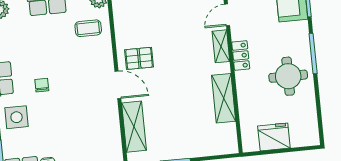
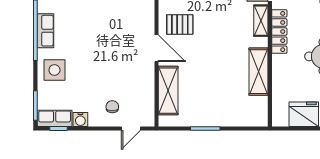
locker: (241, 55) -> (279, 32), width x1.53
chair: (42, 85) -> (112, 107), moved

